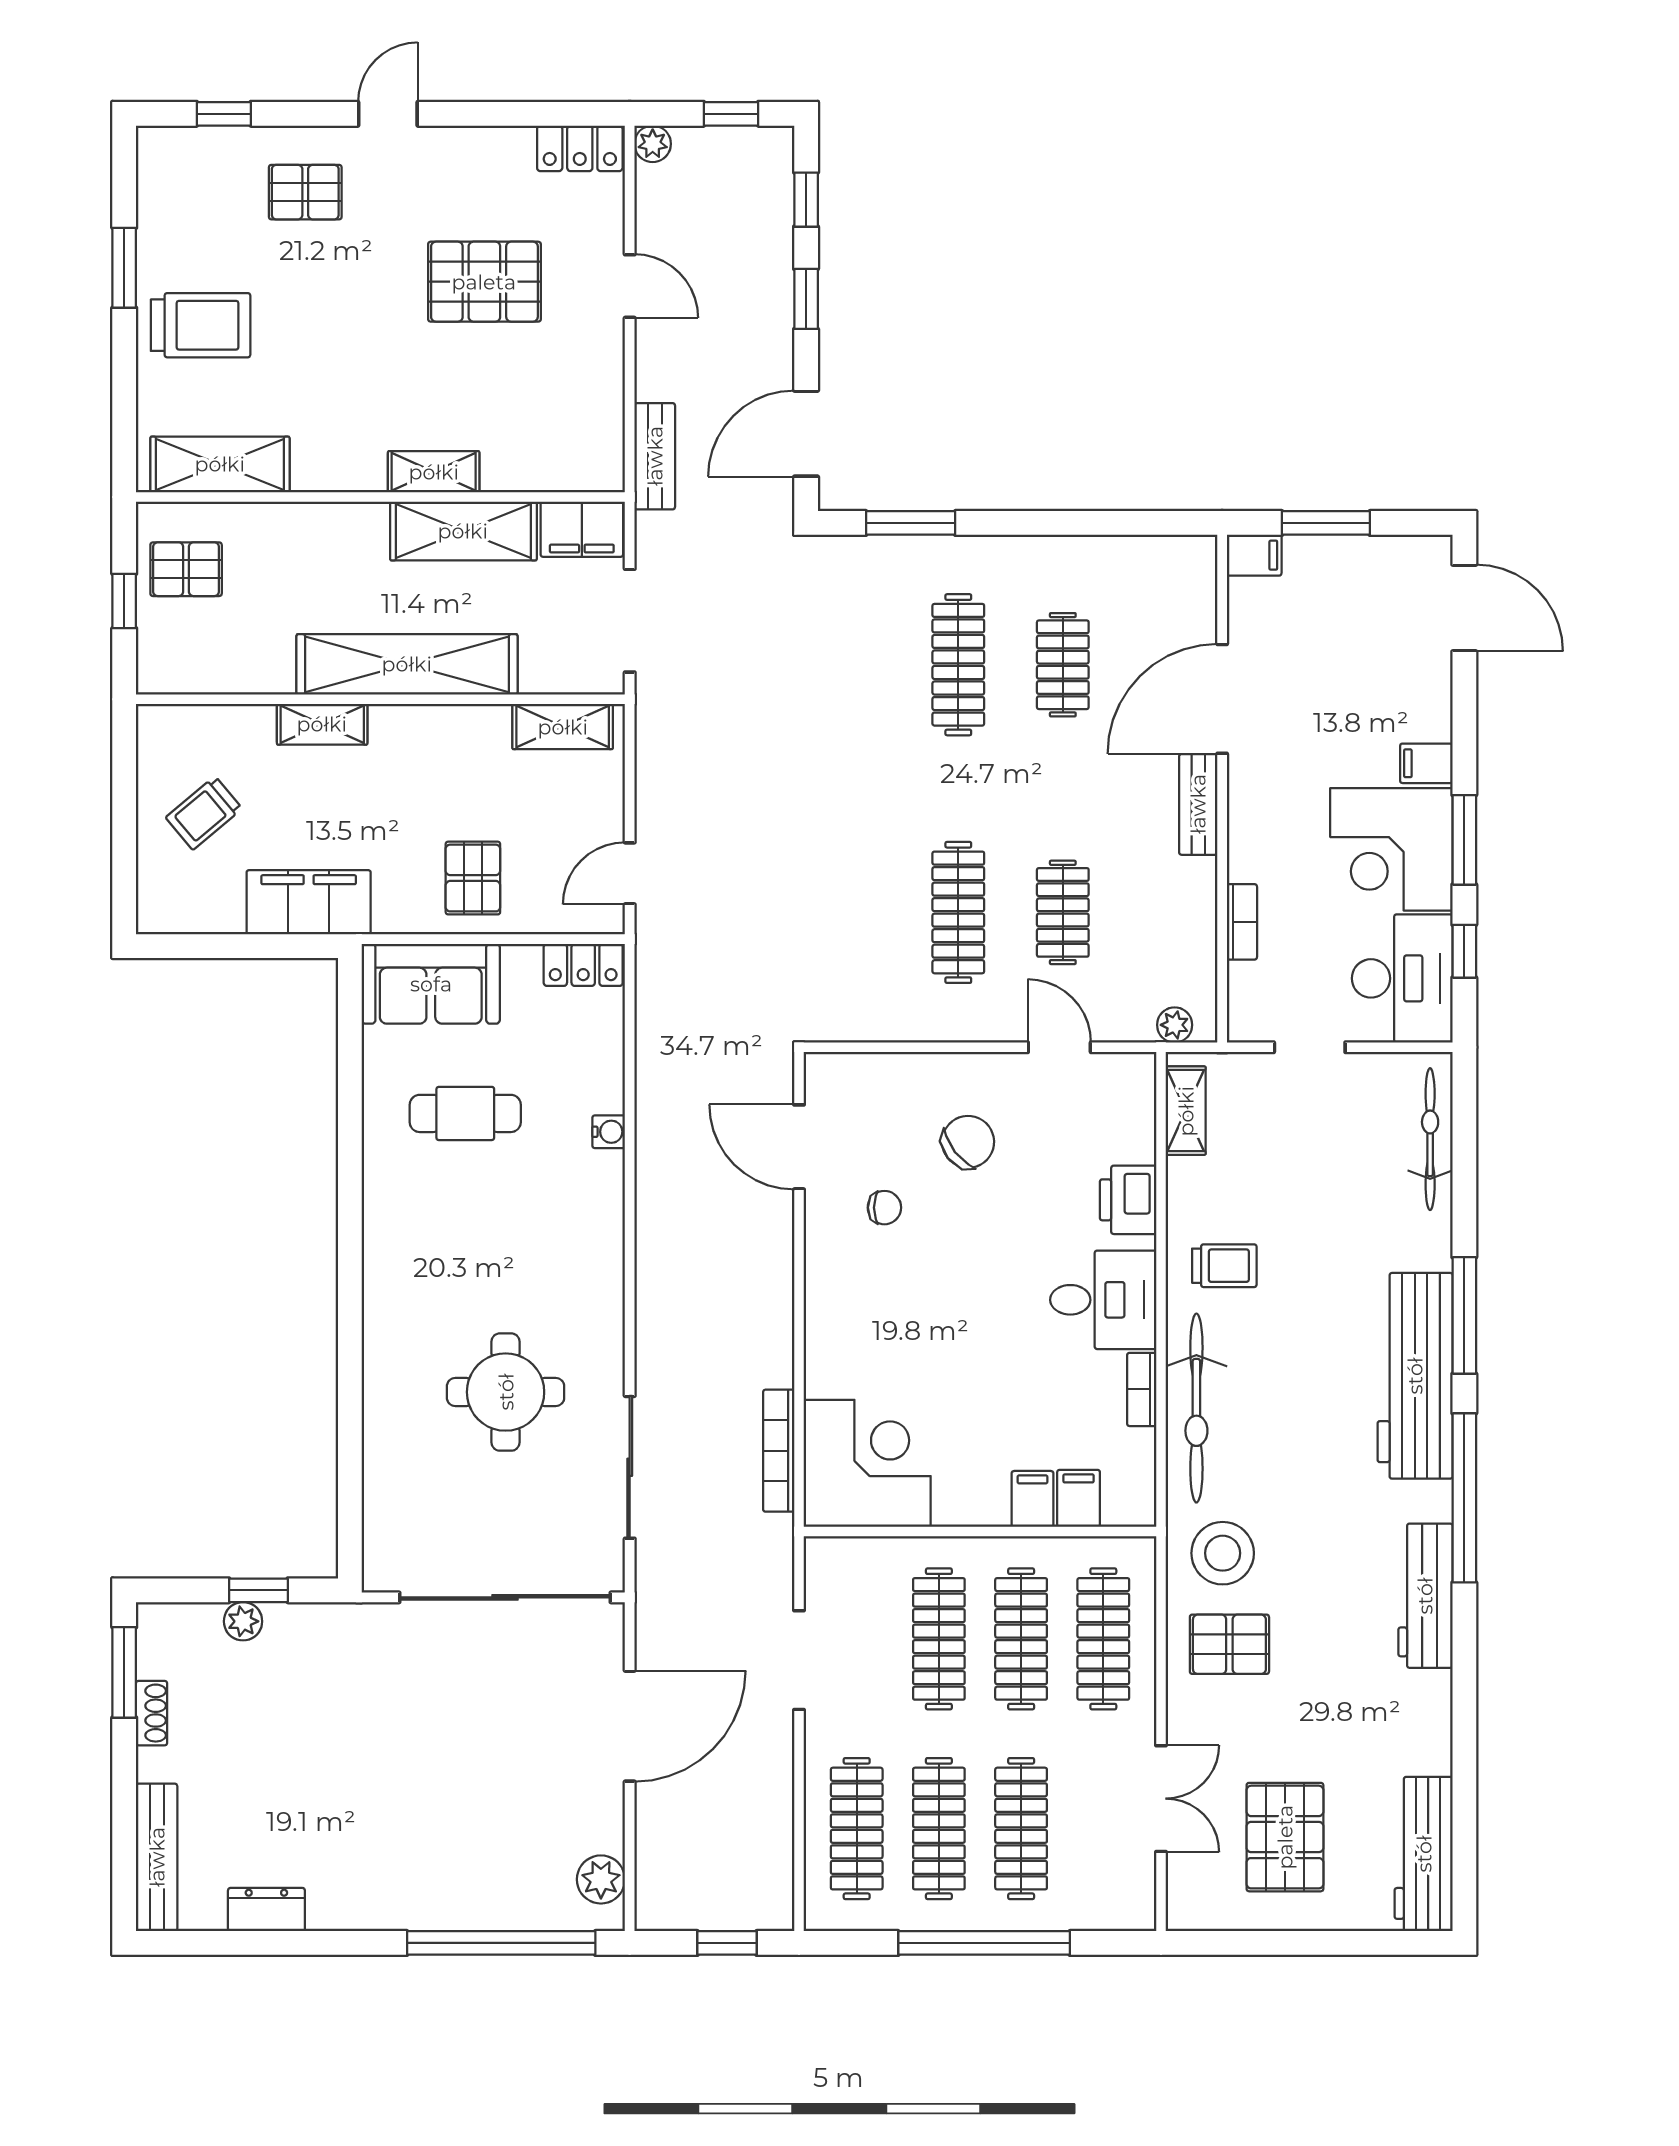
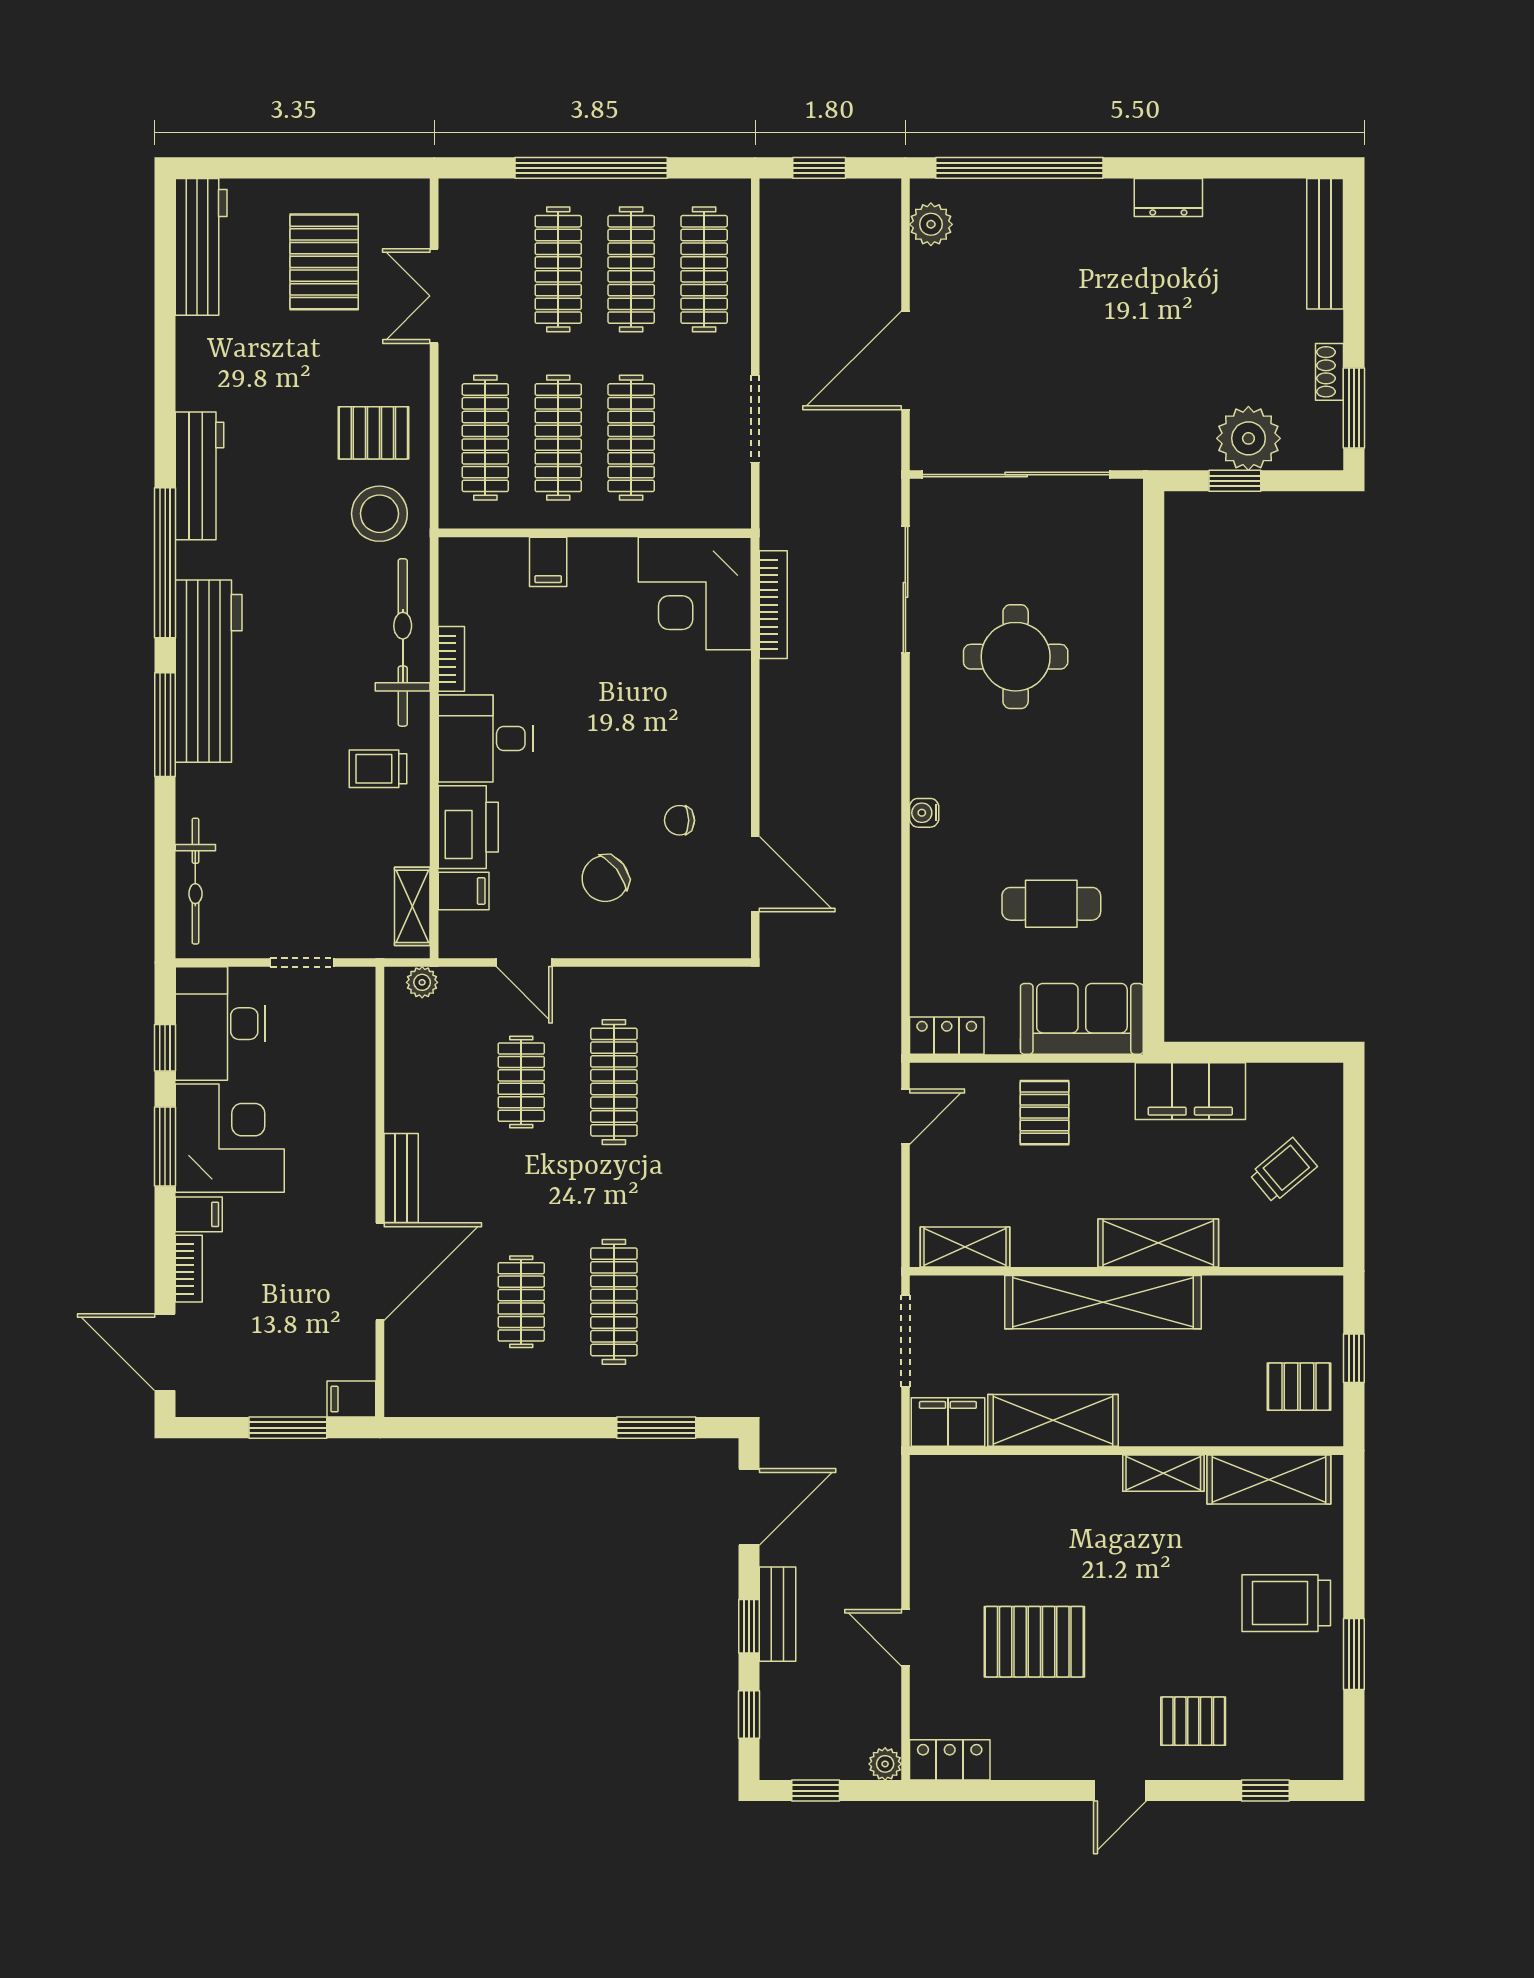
bench: (655, 456) -> (777, 1614), moved
shelving: (434, 472) -> (1163, 1473), moved
shelving: (322, 724) -> (1158, 1243), width x1.50, depth x1.33
bookcase: (1242, 922) -> (189, 1269), moved, turned 180
water cooler: (609, 1132) -> (924, 813), moved
printer: (1128, 1200) -> (468, 827), width x1.37, depth x1.19
filing cabinet: (1079, 1498) -> (464, 891), moved, turned -90
plant: (243, 1621) -> (1248, 438), width x1.88, depth x1.88
dresser: (266, 1910) -> (1168, 198), moved

